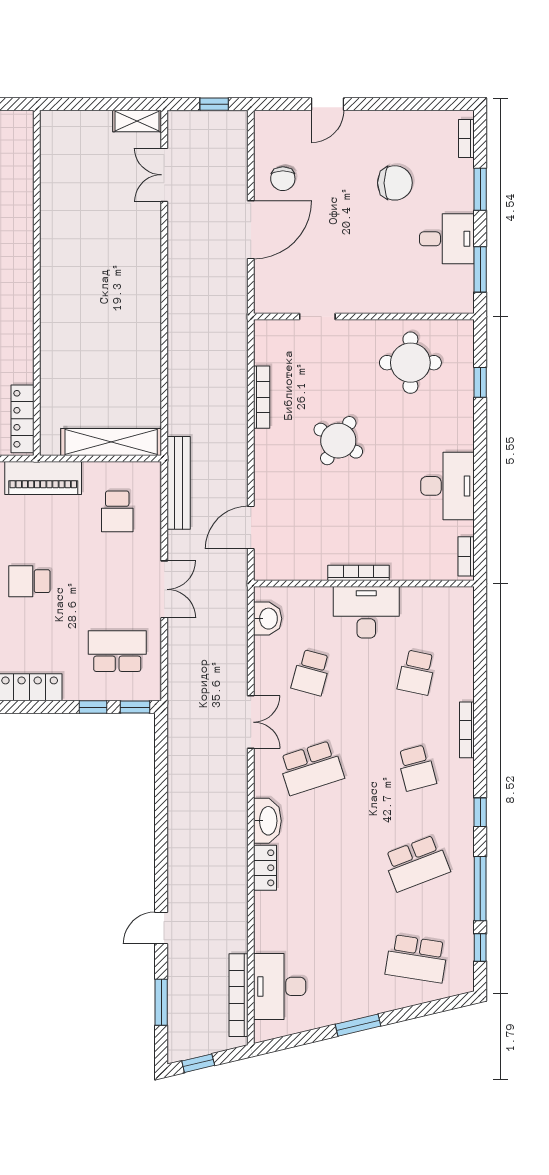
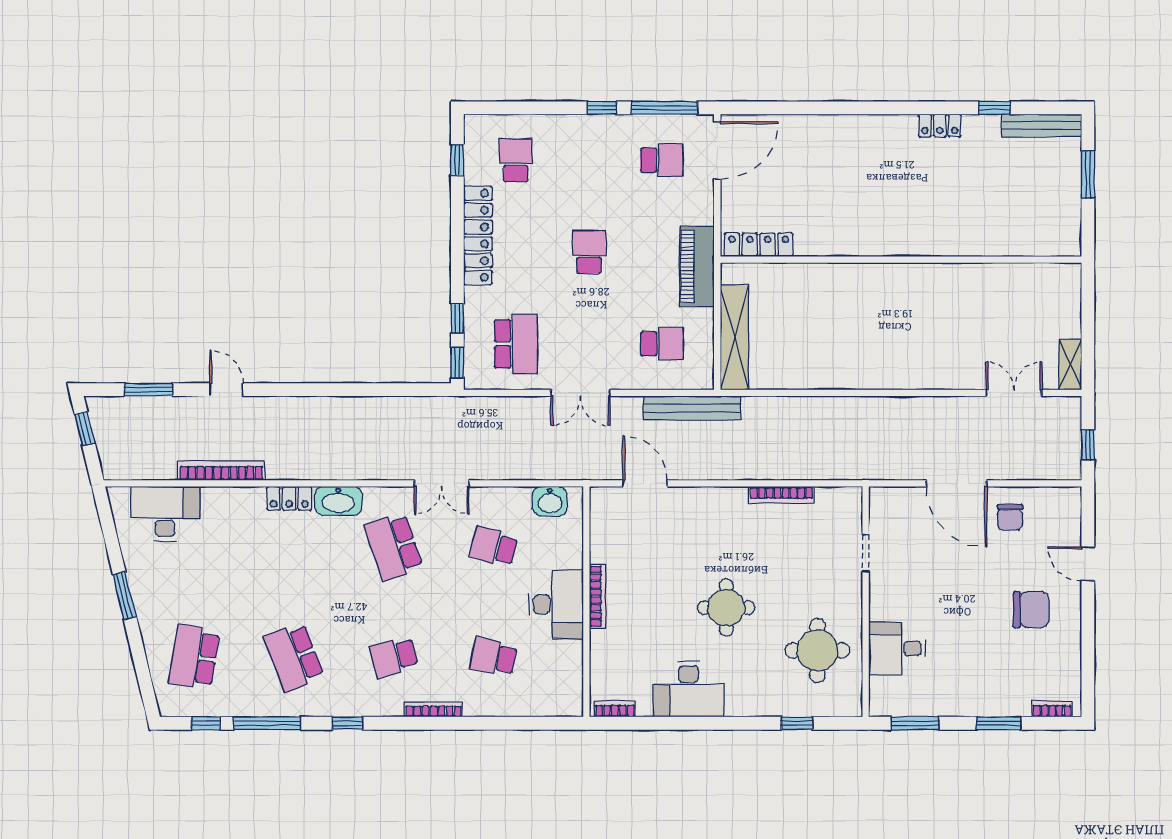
chair: (283, 179) -> (1010, 517), turned -90
chair: (395, 183) -> (1031, 610), moved, turned -90
desk: (447, 239) -> (897, 649), moved, turned 90
round table: (338, 441) -> (726, 608), moved, turned -32
school desk: (117, 511) -> (662, 344), turned 180
bookcase: (238, 995) -> (221, 471), moved

